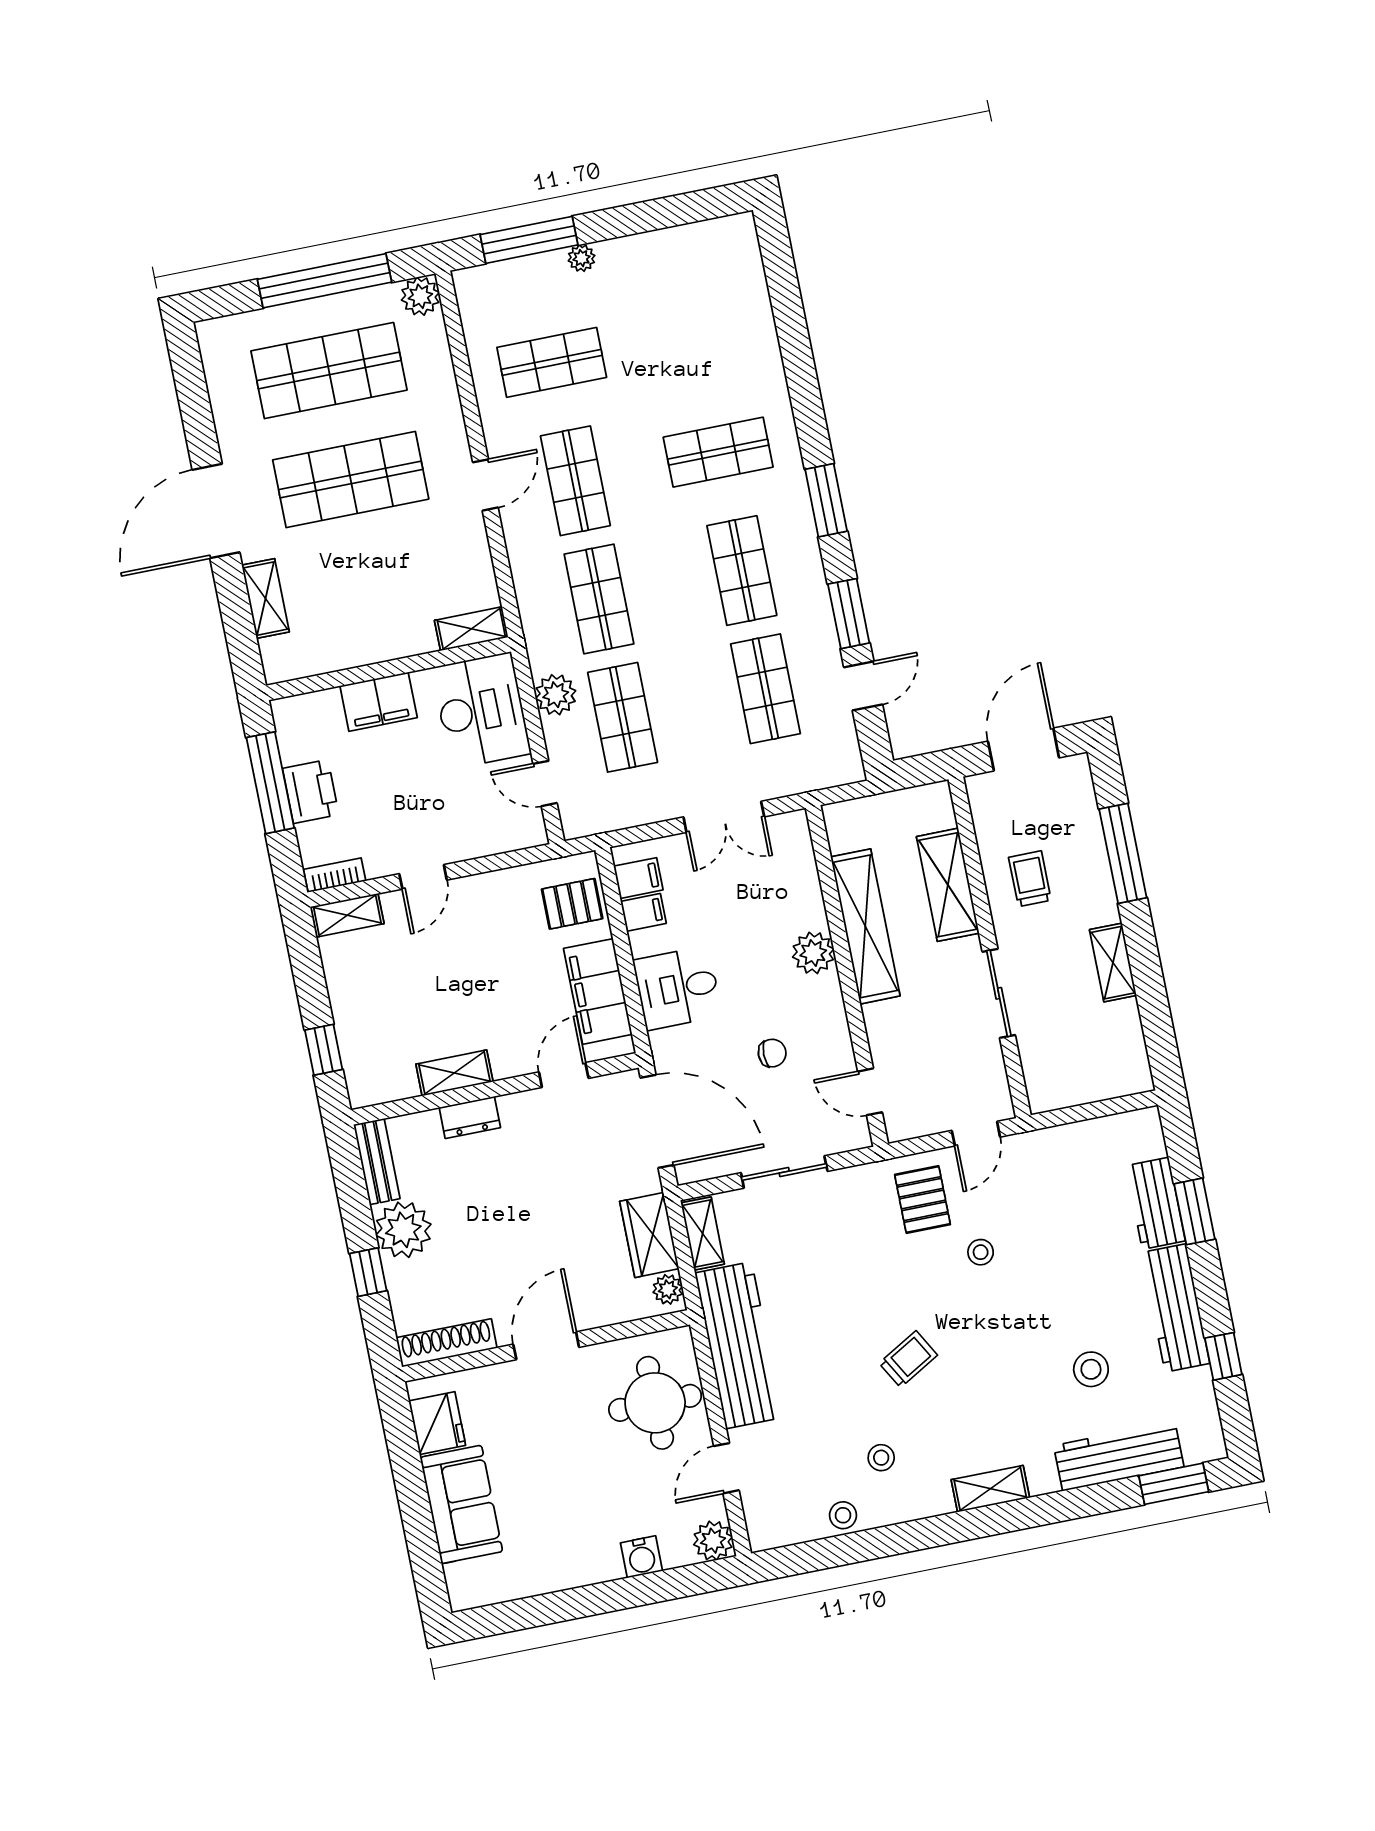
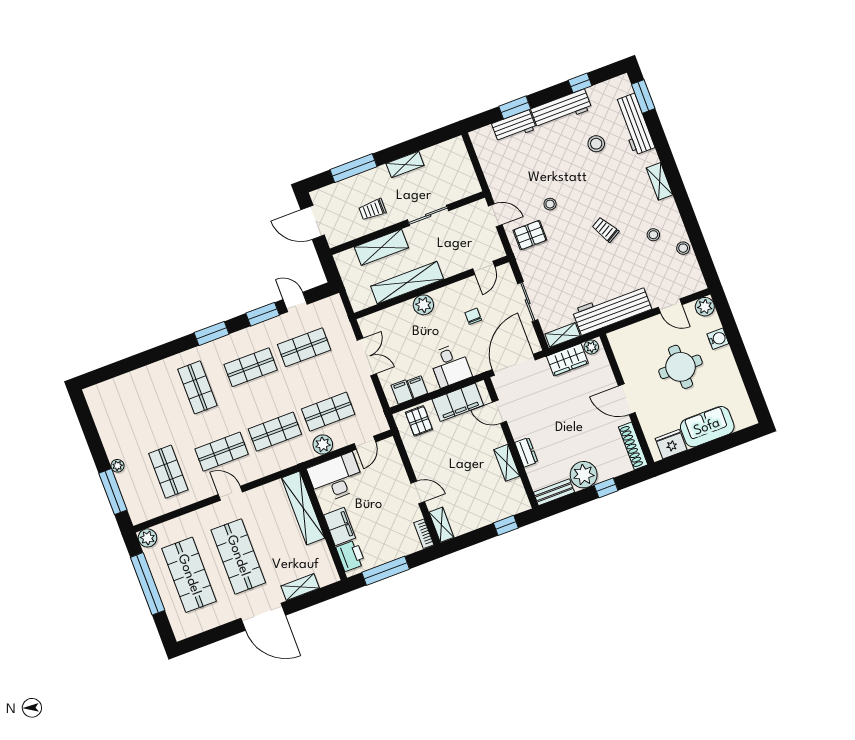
shelving: (471, 629) -> (303, 508), width x2.20, depth x1.33
printer: (311, 791) -> (351, 556), moved, turned 90
round table: (655, 1403) -> (681, 367), moved

